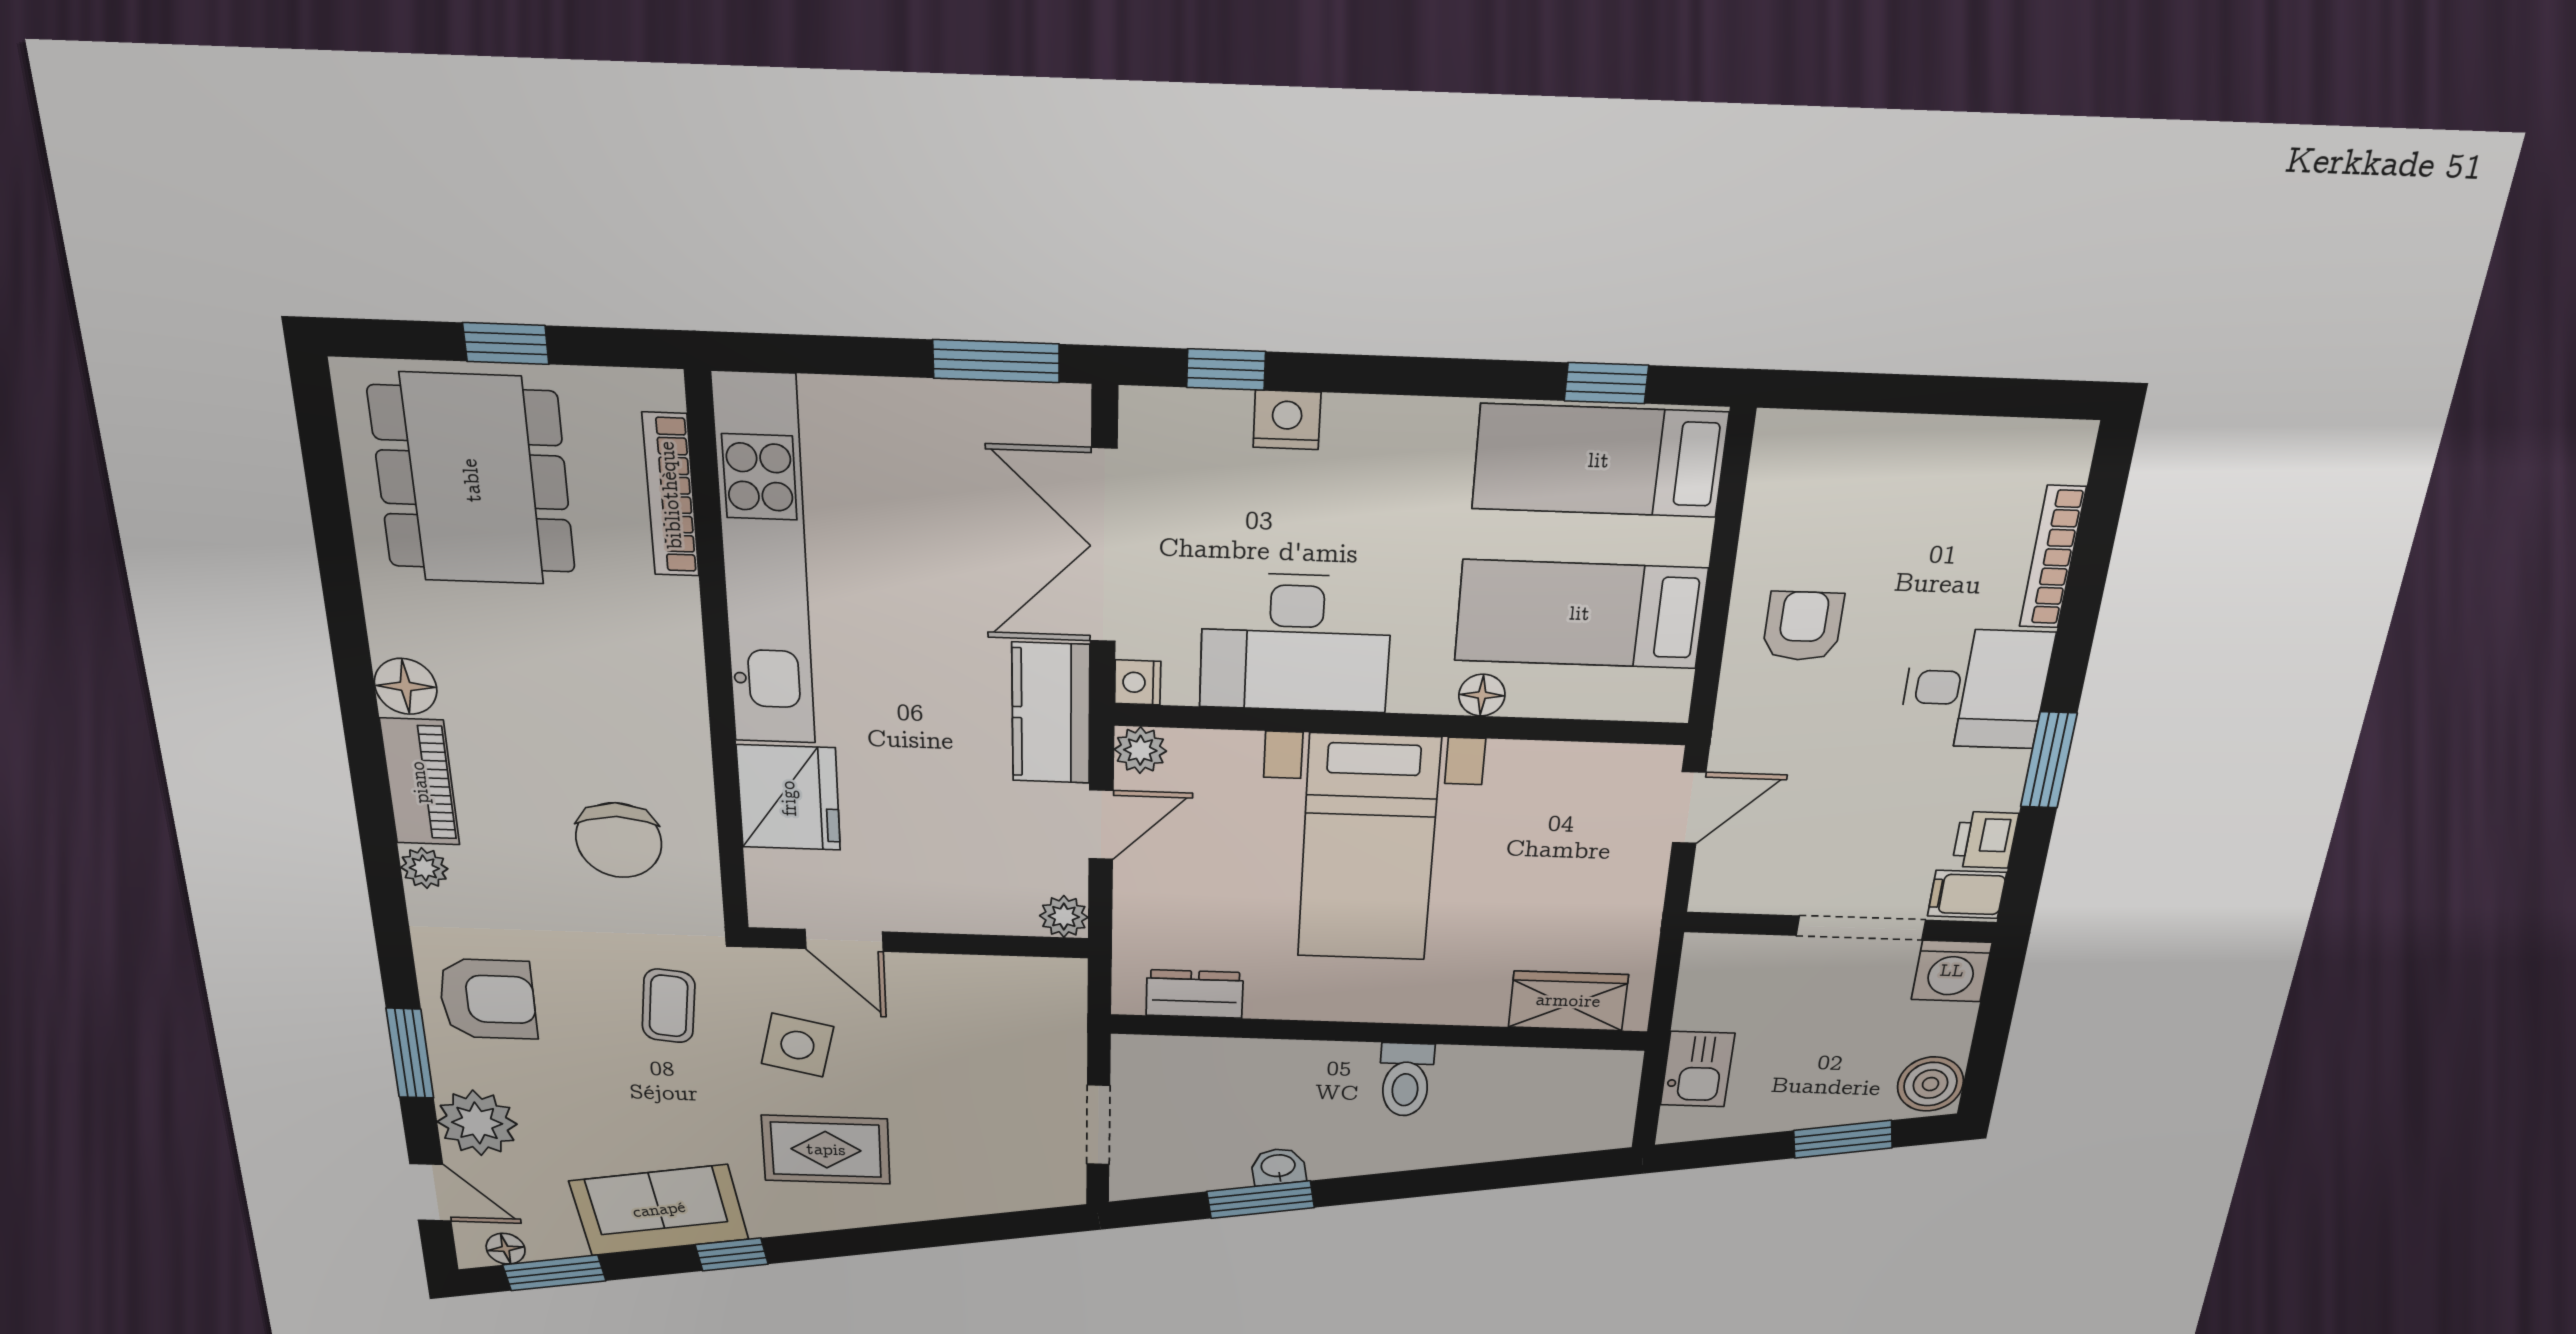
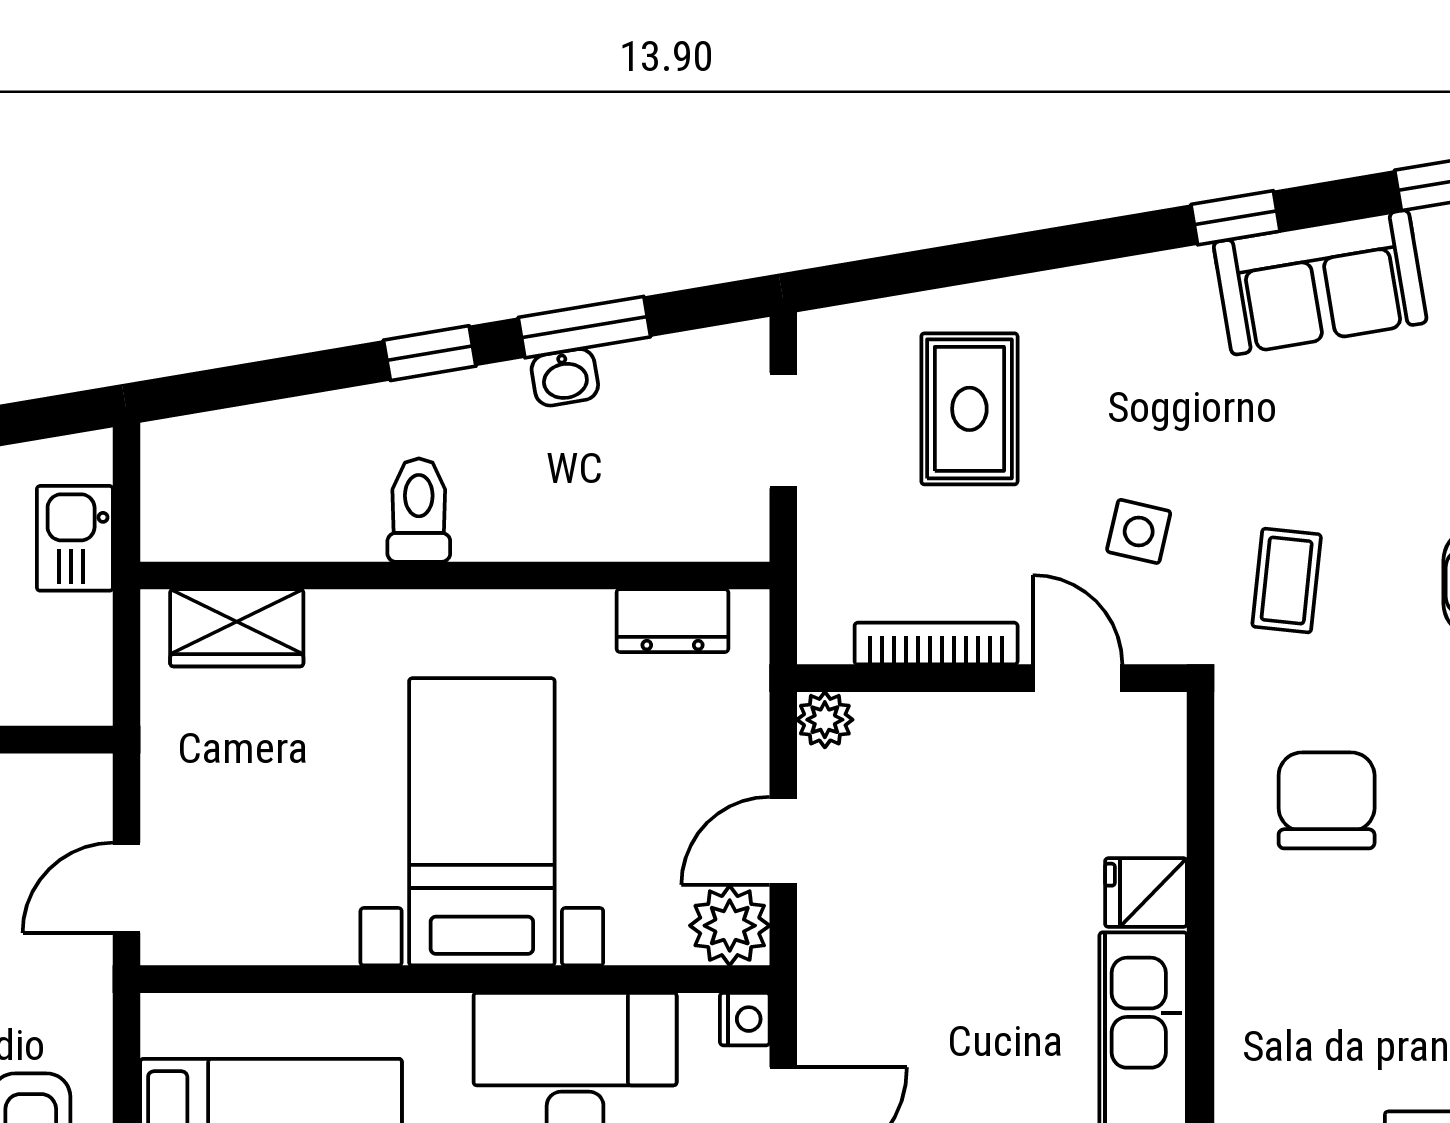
floor lamp: (1482, 695) -> (369, 1018), removed
kitchen counter: (1051, 713) -> (839, 978), removed
plant: (1140, 750) -> (730, 926), width x1.38, depth x1.38
fridge: (789, 798) -> (1146, 893), width x0.53, depth x0.75
bookcase: (968, 970) -> (936, 644), added
side table: (797, 1045) -> (1139, 531), width x0.73, depth x0.73
rug: (826, 1150) -> (969, 409), moved, turned 90
window: (1388, 1186) -> (430, 353), added

